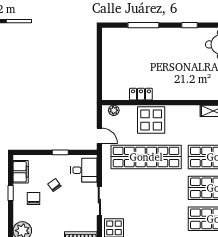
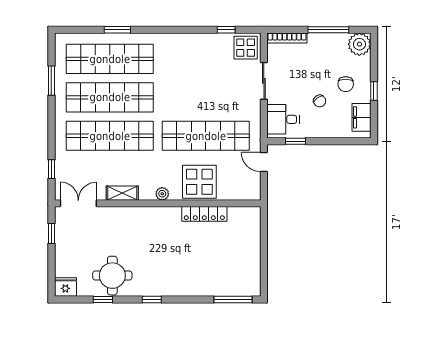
window: (143, 25) -> (233, 299), moved
locker: (141, 94) -> (204, 214), width x1.53
plant: (114, 110) -> (162, 194), moved
window: (60, 152) -> (296, 141), moved

